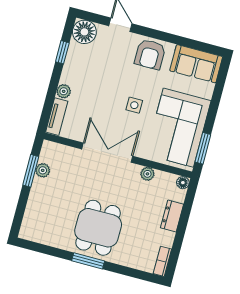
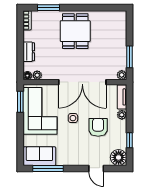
window: (189, 43) -> (48, 168), added
armchair: (150, 54) -> (98, 127), moved
double door: (107, 153) -> (82, 82), width x1.36
plant: (43, 170) -> (122, 75), moved
plant: (147, 174) -> (37, 75), moved
window: (88, 261) -> (48, 8), moved

